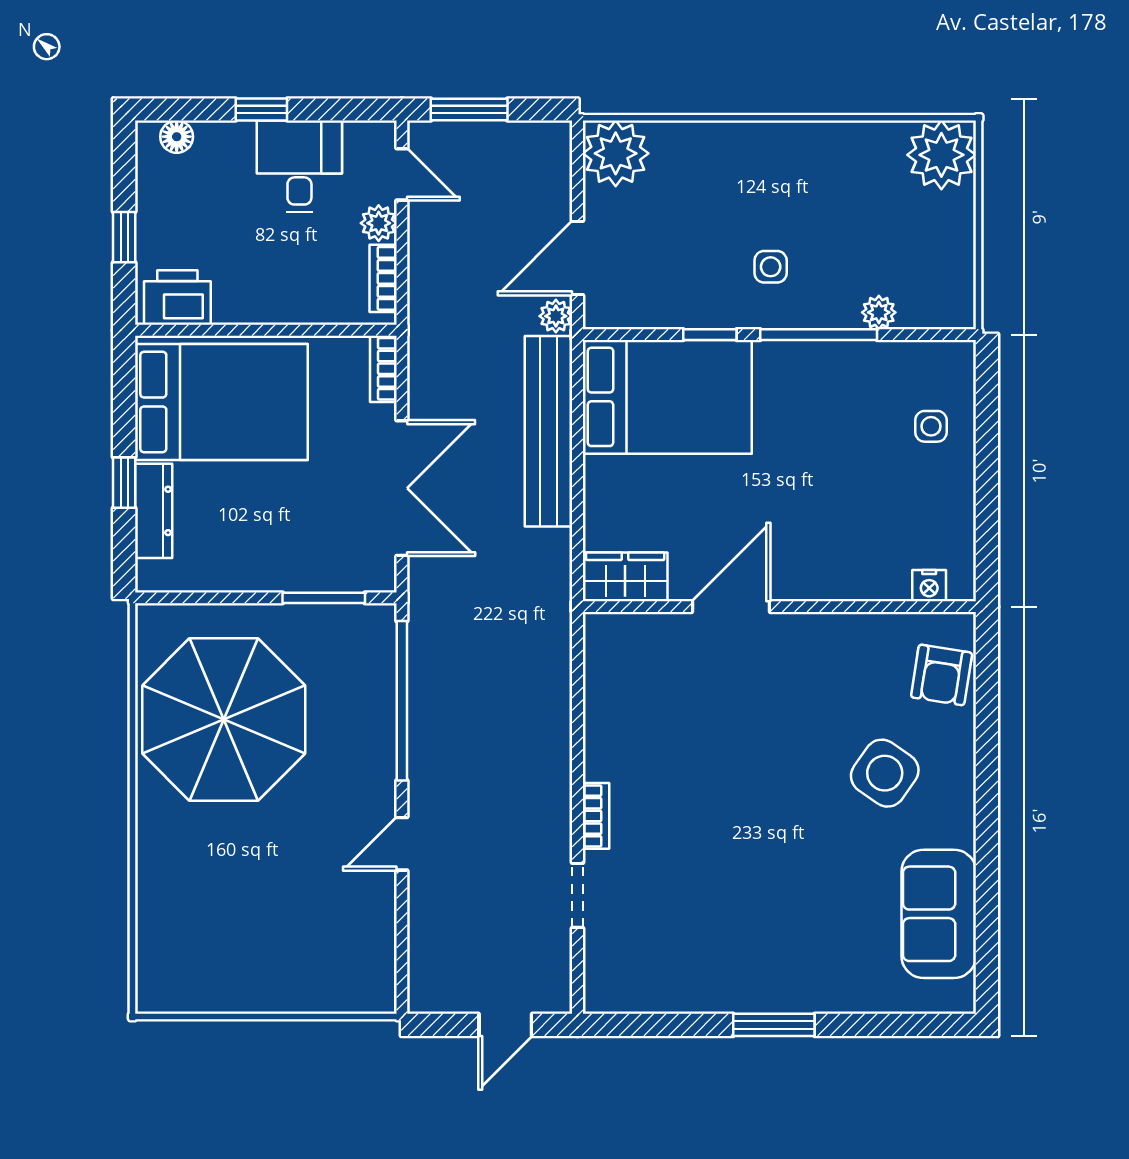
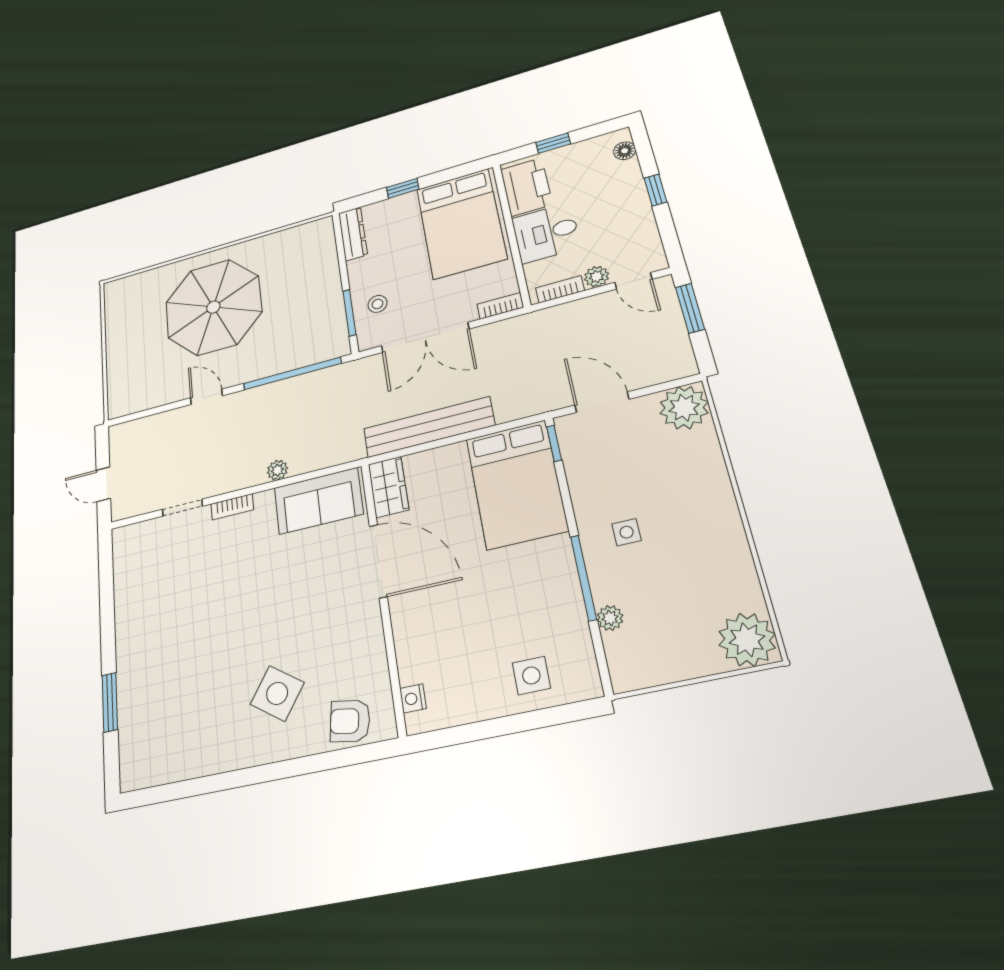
desk: (299, 166) -> (546, 233), moved, turned 180
door: (402, 174) -> (633, 281), hinge flipped
printer: (177, 298) -> (526, 187), width x1.37, depth x1.19
plant: (556, 316) -> (277, 470), moved
window: (710, 335) -> (554, 443), moved
side table: (931, 426) -> (531, 675), width x1.37, depth x1.37
bench: (549, 431) -> (429, 427), moved
dresser: (154, 511) -> (353, 234), moved, turned -90
stool: (322, 552) -> (378, 304), added
door: (731, 607) -> (378, 561), width x1.36
parasol: (224, 720) -> (213, 307), moved
sofa: (939, 914) -> (318, 501), moved, turned 180
window: (774, 1025) -> (110, 702), moved

